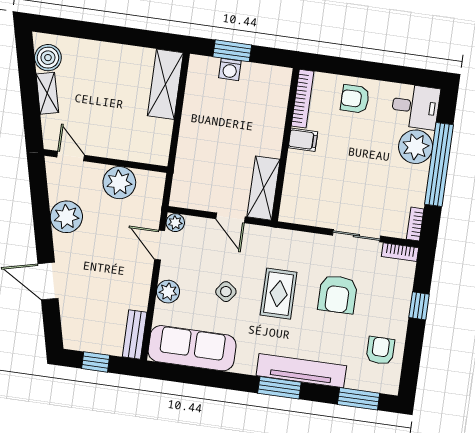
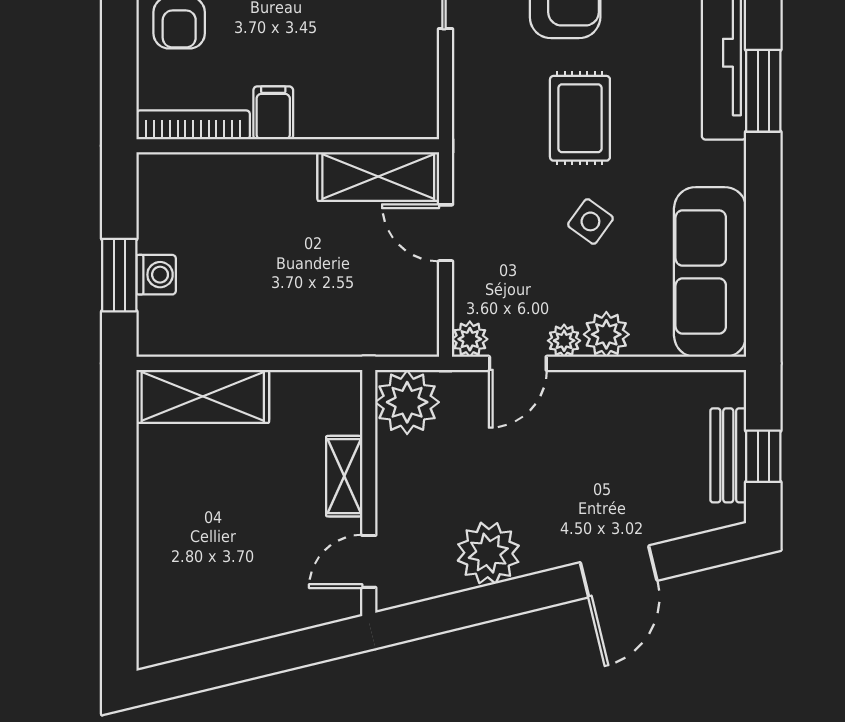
boiler: (48, 58) -> (183, 633), removed
shelving: (47, 93) -> (344, 476), moved, turned -76
plant: (119, 183) -> (407, 402), moved
door: (230, 218) -> (446, 233), swing flipped
plant: (168, 270) -> (564, 341), added
rug: (279, 294) -> (580, 118), turned 90
bench: (135, 335) -> (728, 455), moved, turned 90

